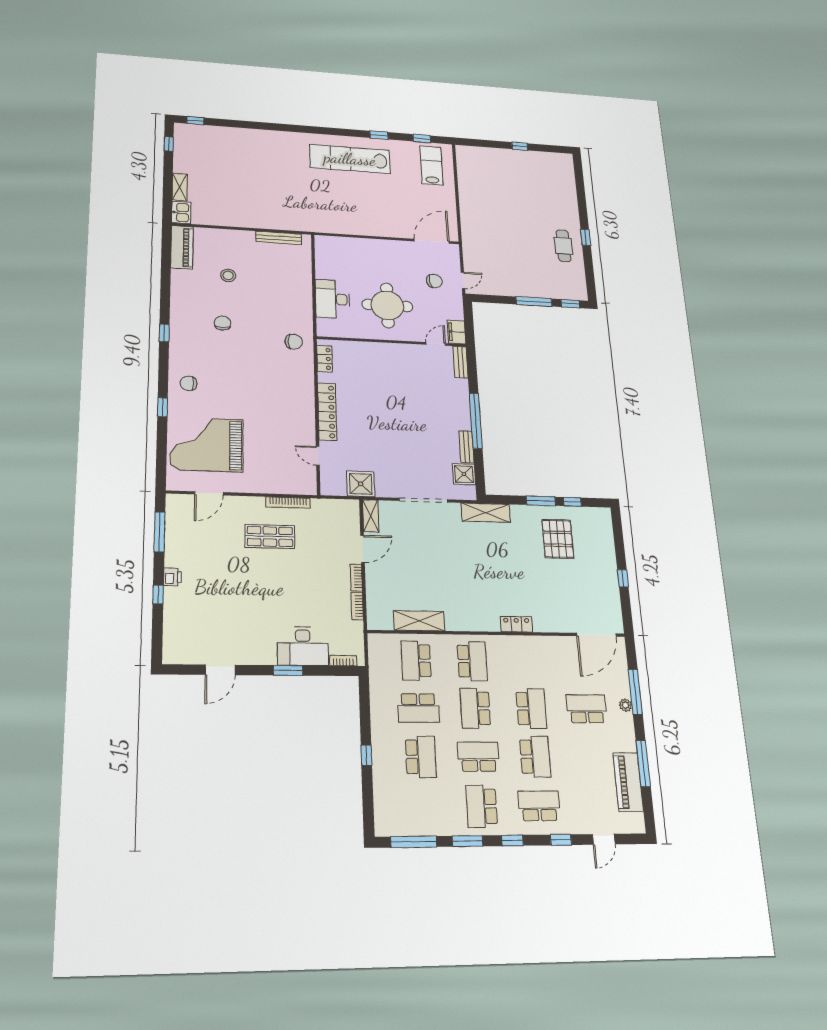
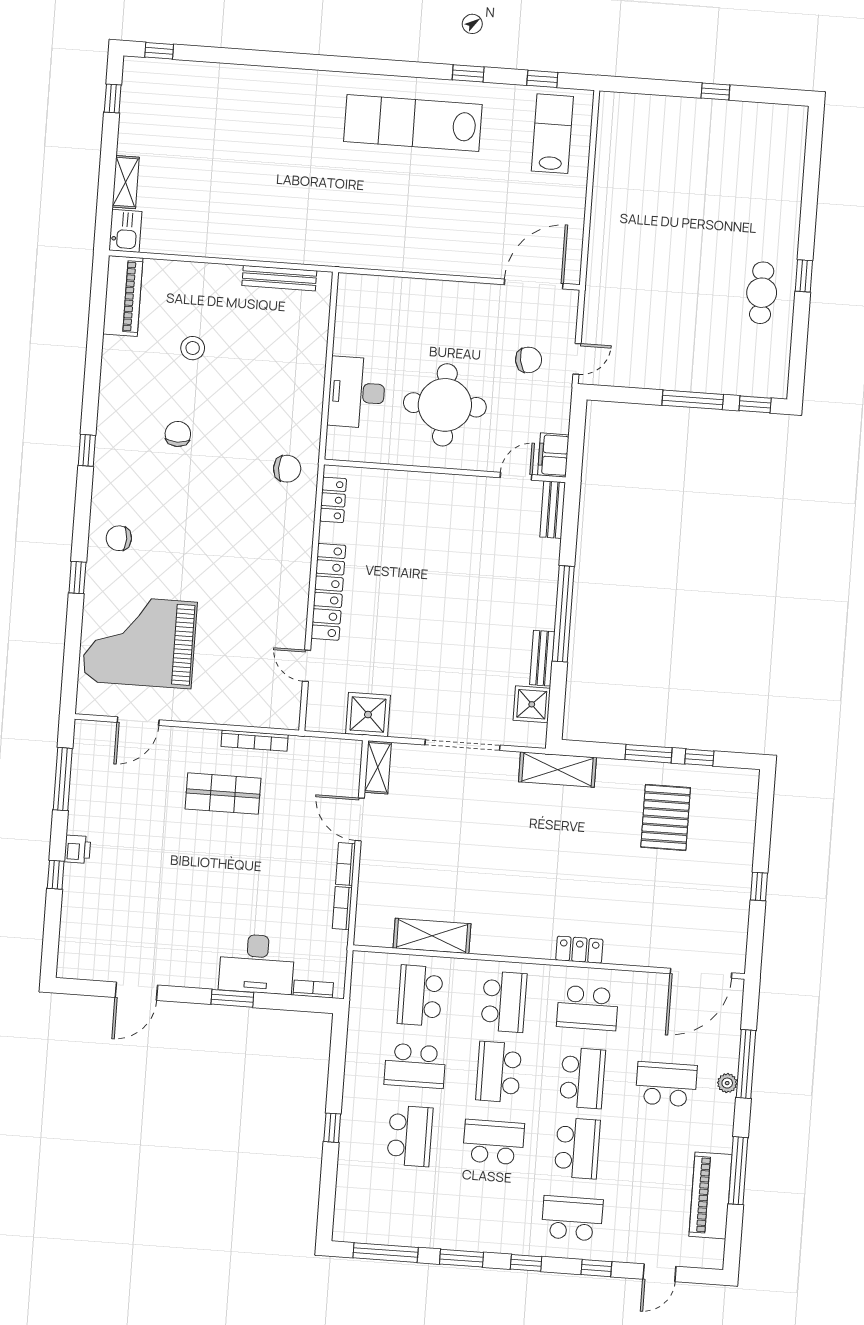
door: (363, 549) -> (360, 819), swing flipped
school desk: (482, 806) -> (588, 1008), moved, turned -90

